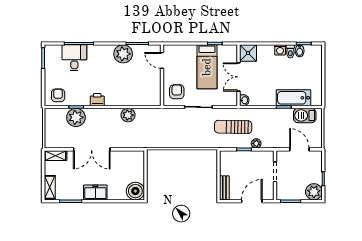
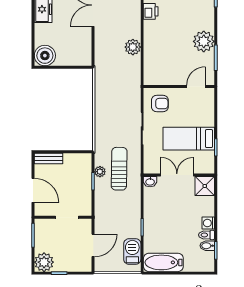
bathtub: (293, 98) -> (163, 262), moved, turned -90
plant: (256, 143) -> (100, 172), moved

